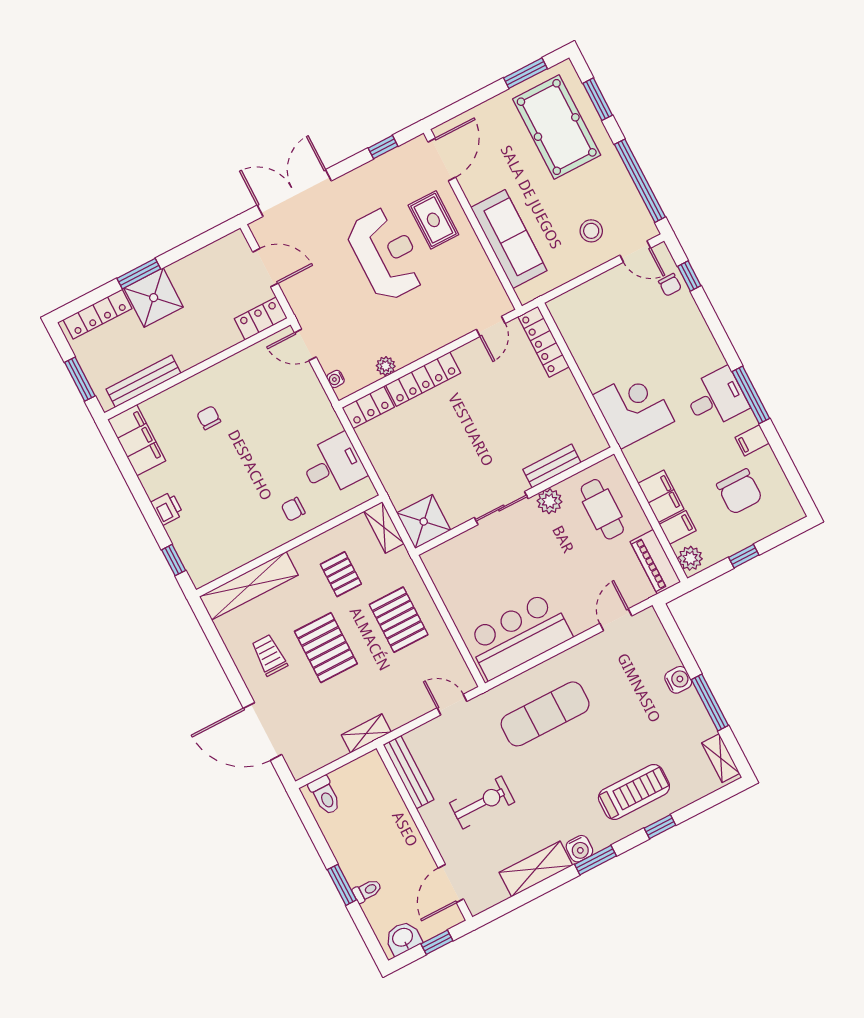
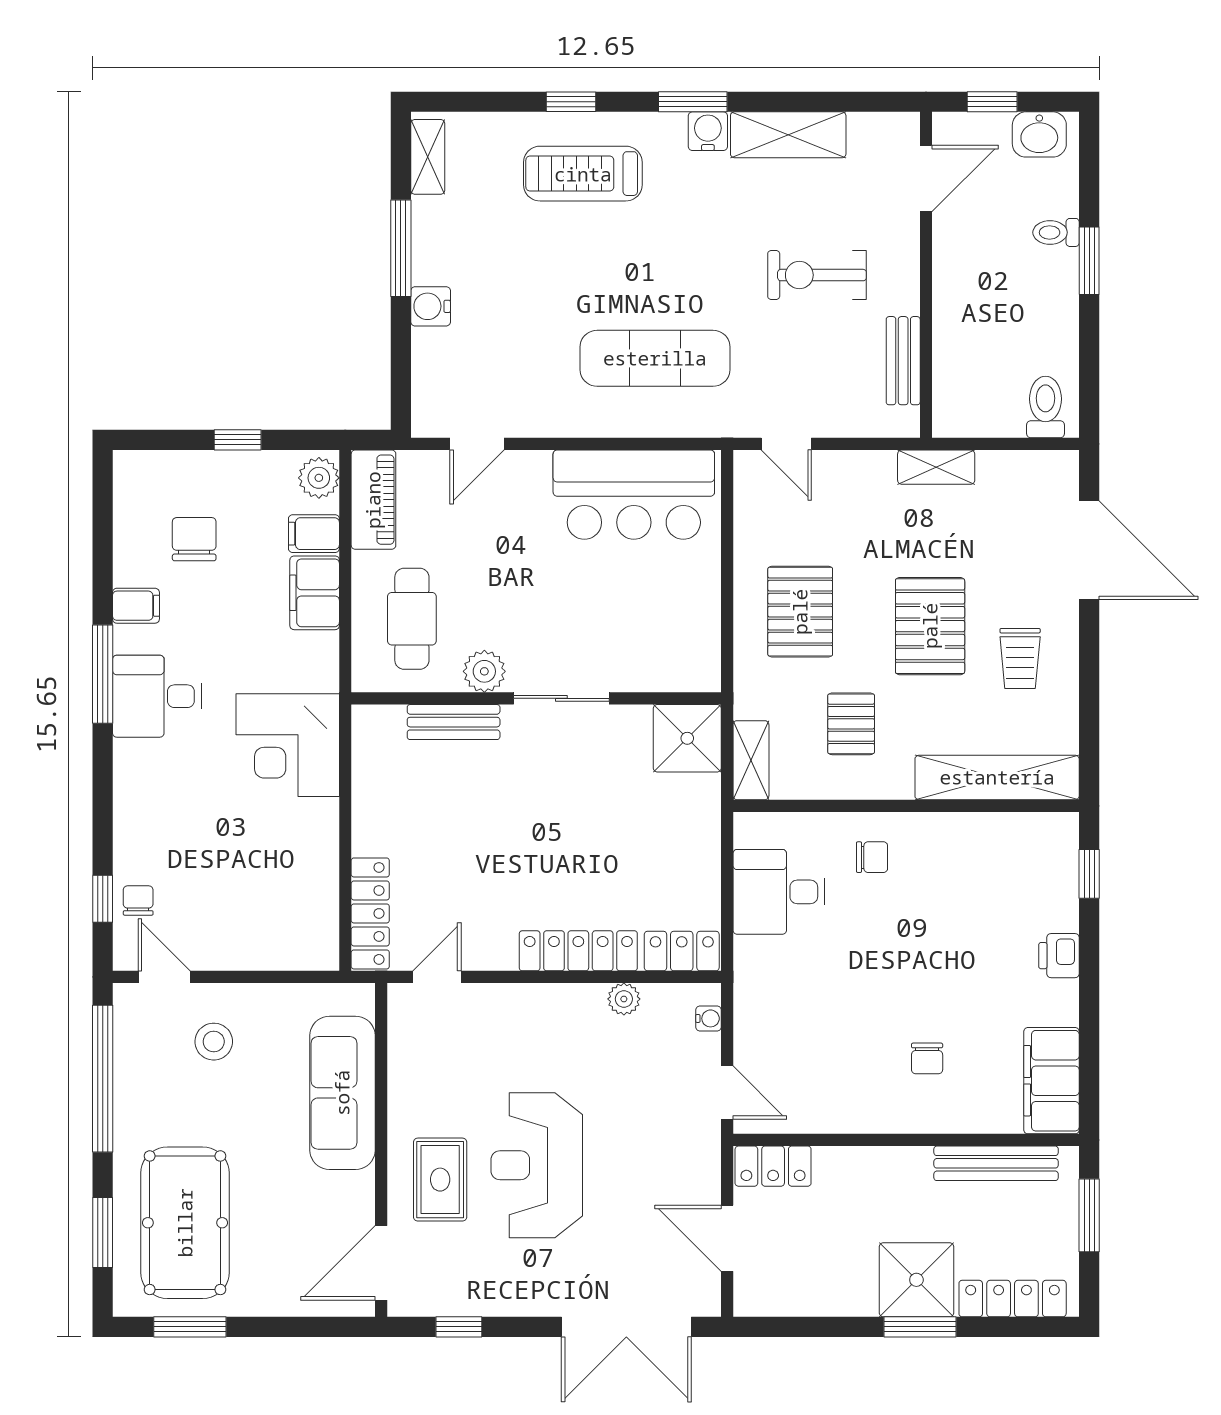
chair: (739, 492) -> (194, 539), width x0.73, depth x0.73
bench: (409, 772) -> (903, 361), width x0.73

